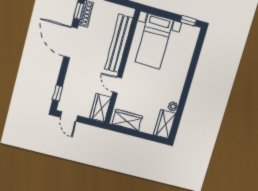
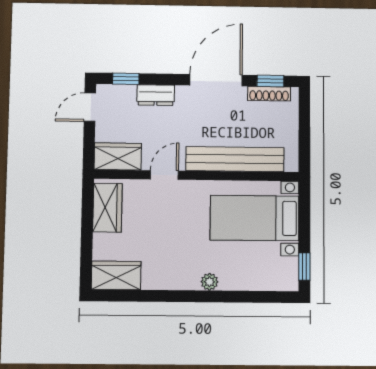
dresser: (71, 79) -> (156, 95), added
plant: (173, 106) -> (209, 282), moved

